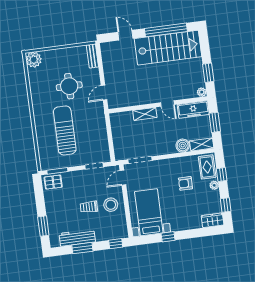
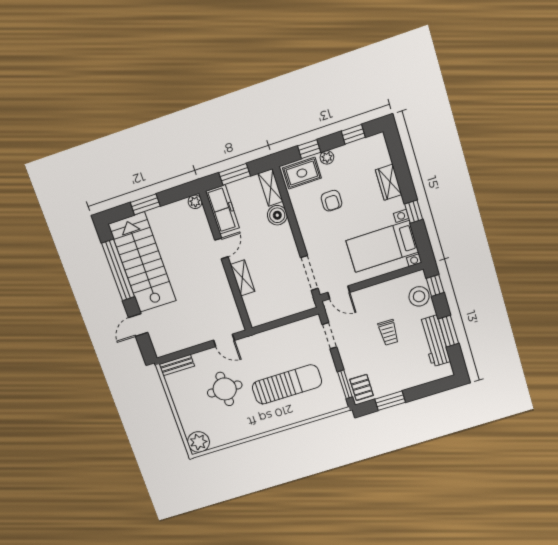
window: (208, 73) -> (145, 204), moved
sun lounger: (65, 130) -> (287, 384), turned 180
stool: (111, 205) -> (419, 296), moved
wardrobe: (213, 220) -> (389, 182), moved
window: (43, 226) -> (390, 401), moved

